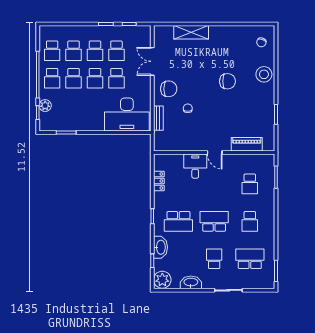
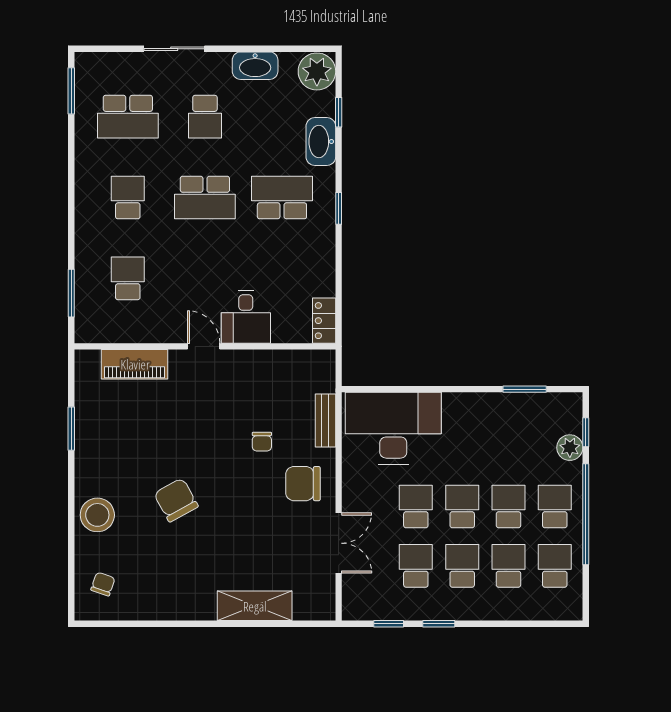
chair: (228, 81) -> (176, 500), turned 61
locker: (159, 181) -> (324, 321), moved

